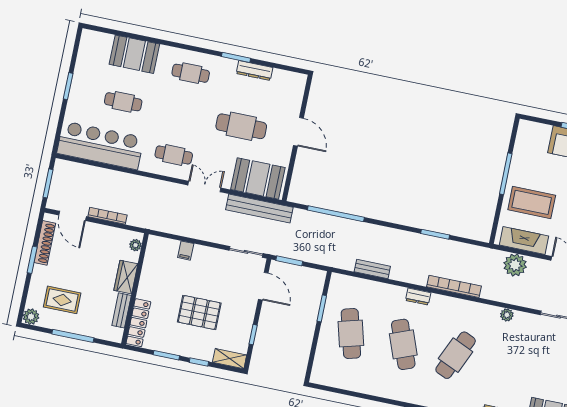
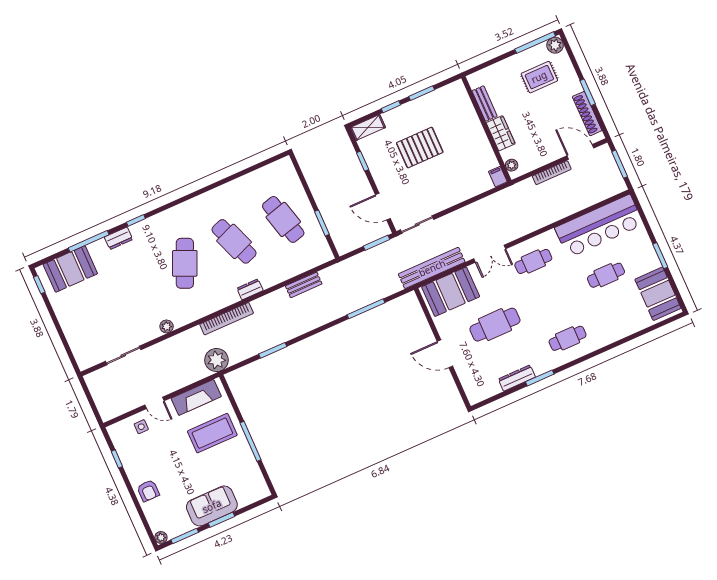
booth: (134, 54) -> (658, 294), moved, turned 90
window: (336, 214) -> (366, 309), width x0.68
filing cabinet: (186, 251) -> (498, 177), moved
plant: (515, 265) -> (216, 360), moved
locker: (138, 323) -> (464, 103), removed
window: (73, 336) -> (535, 43), moved

